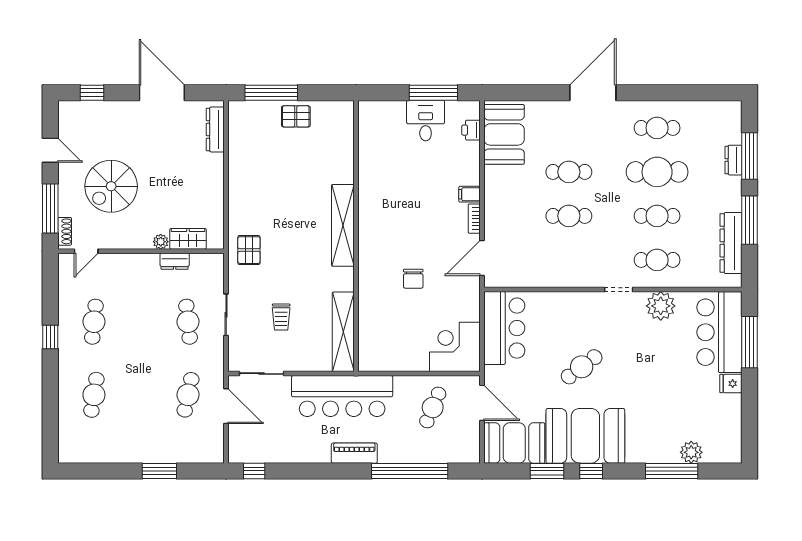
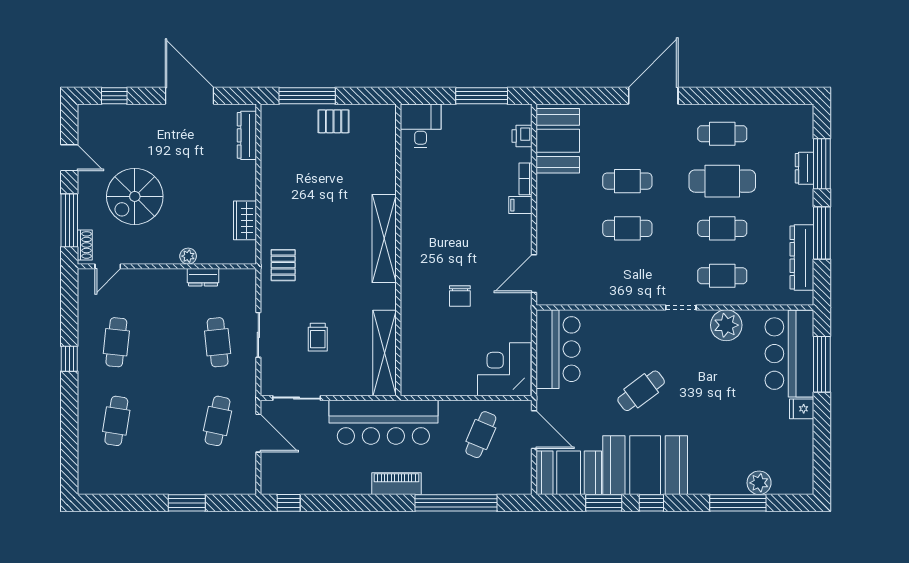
desk: (426, 121) -> (421, 126), moved
bookcase: (474, 219) -> (526, 179), moved
wardrobe: (188, 239) -> (245, 220), moved, turned -90

